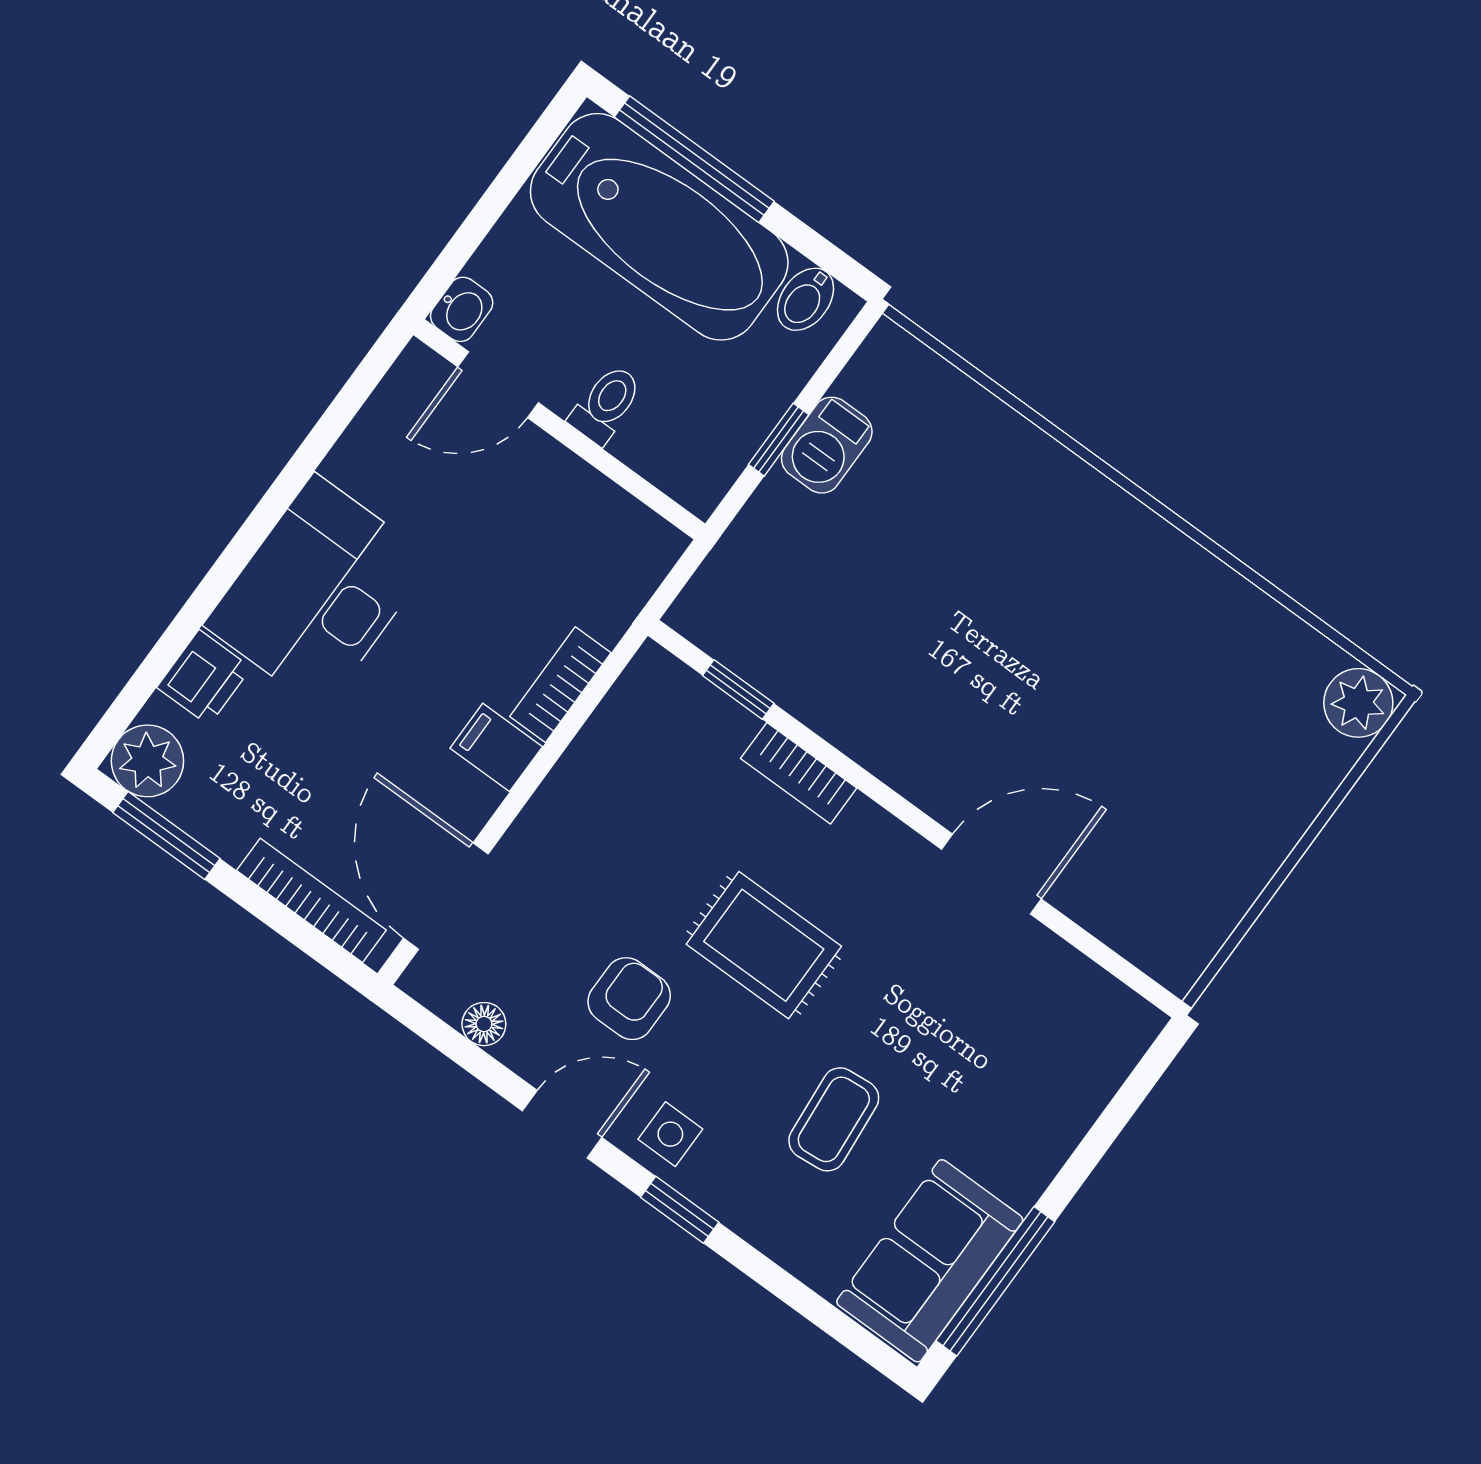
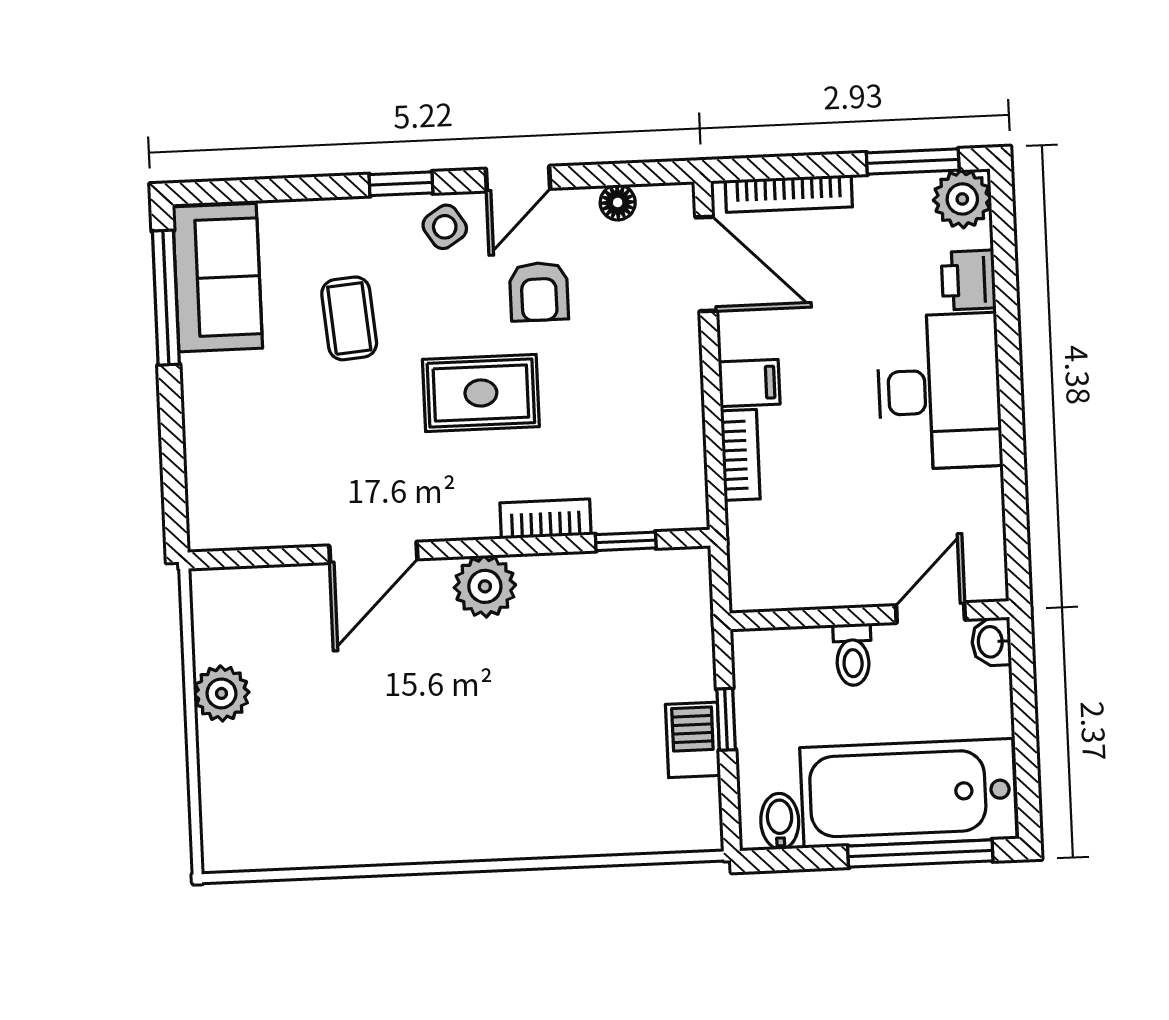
plant: (1358, 703) -> (221, 693), moved
plant: (909, 755) -> (485, 586), added
side table: (670, 1134) -> (445, 227), turned -33

